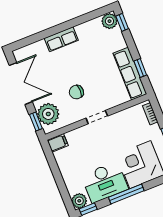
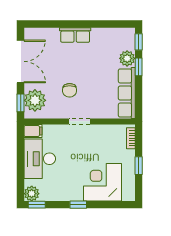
plant: (109, 21) -> (127, 58), moved
window: (140, 68) -> (139, 67), moved
chair: (76, 92) -> (70, 90), turned -91
desk: (105, 182) -> (40, 159), moved, turned 90
window: (126, 194) -> (78, 205), width x0.46

